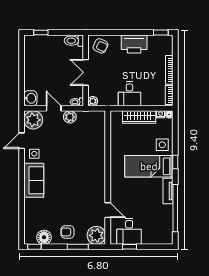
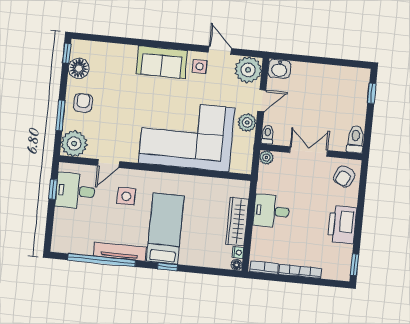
side table: (162, 145) -> (126, 196), moved
corner sofa: (83, 158) -> (187, 135), added
tv unit: (168, 191) -> (120, 252), width x1.41

